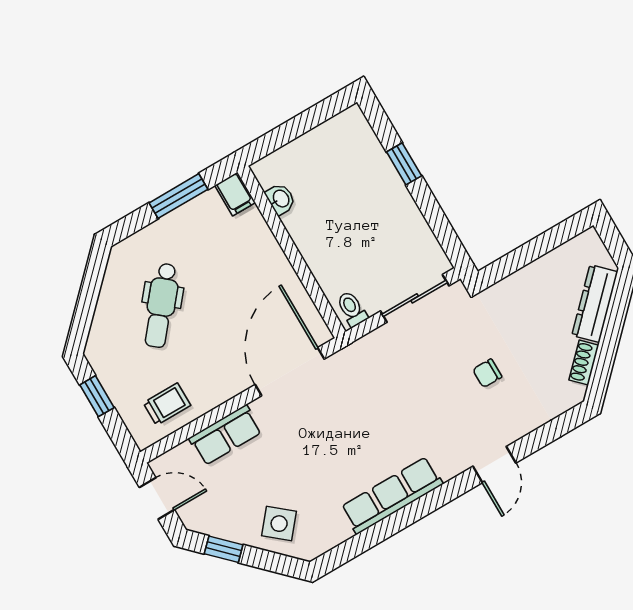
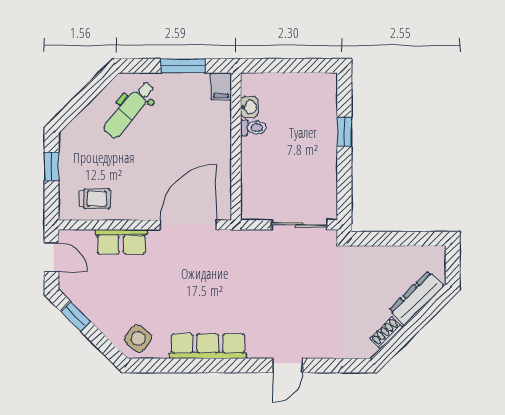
dental chair: (161, 305) -> (129, 109), moved
toilet: (352, 309) -> (253, 128), moved, turned 90
chair: (487, 373) -> (318, 302), removed
side table: (279, 524) -> (138, 338), moved

